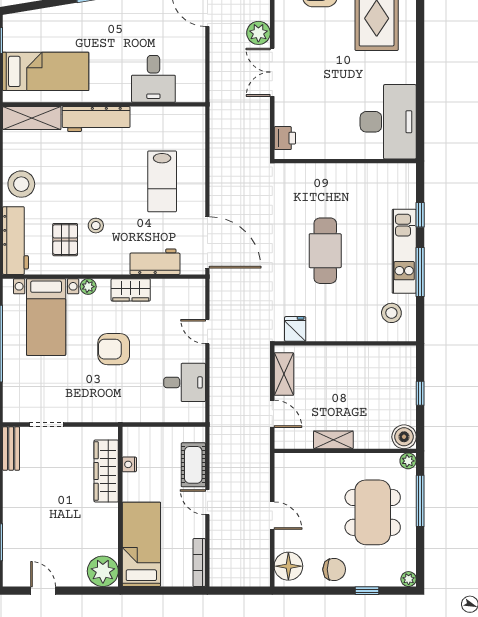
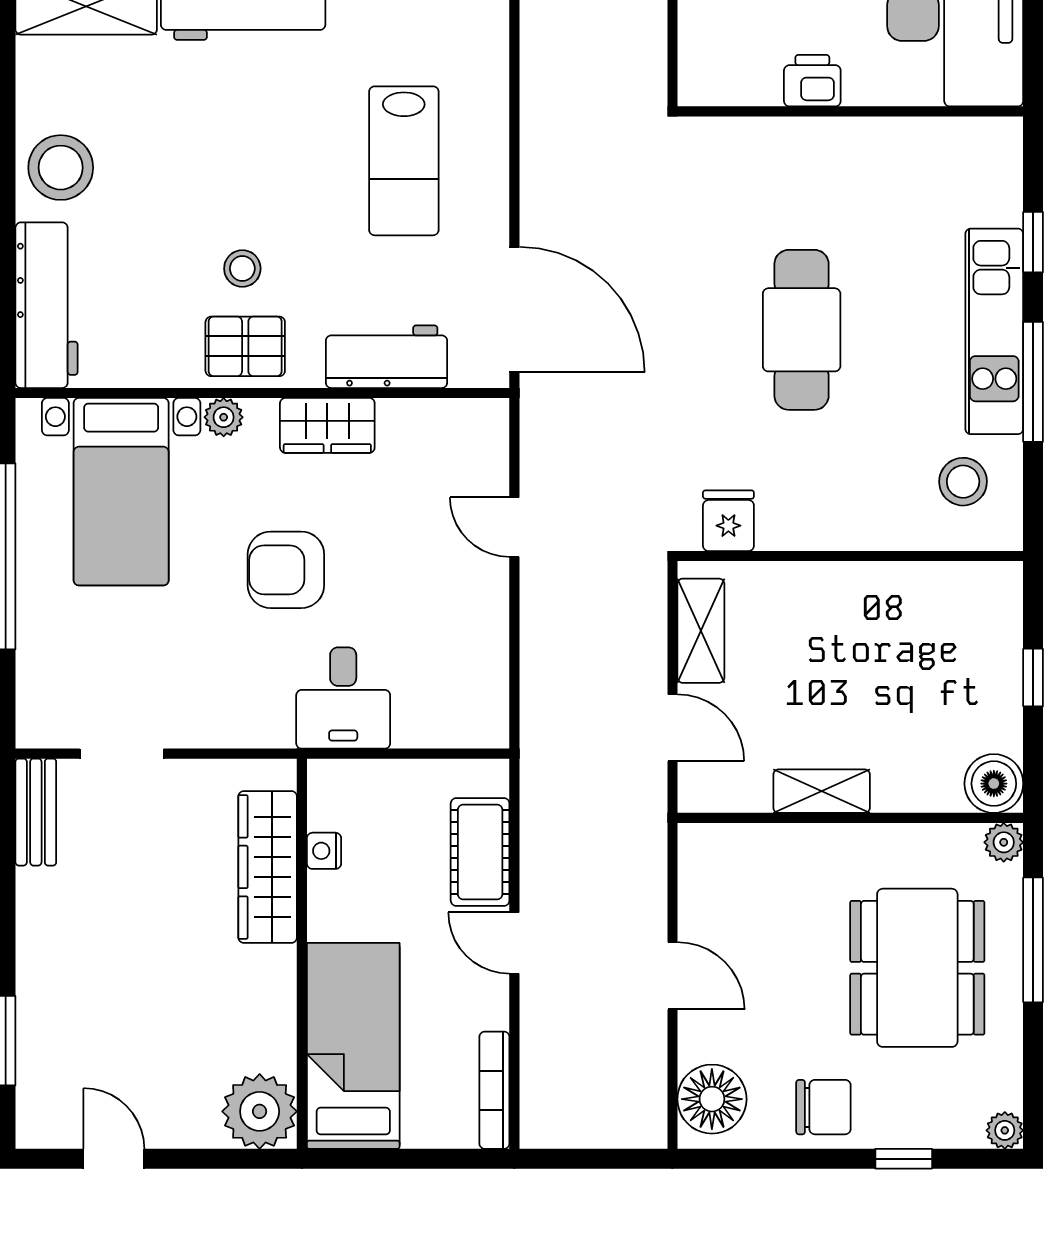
printer: (285, 138) -> (812, 81), moved, turned -90
pallet: (65, 240) -> (245, 346), moved, turned 90
desk: (185, 382) -> (343, 698), moved, turned 90

